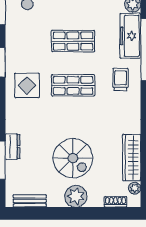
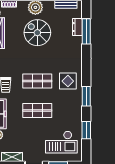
dresser: (13, 147) -> (77, 27), moved

